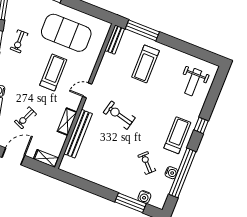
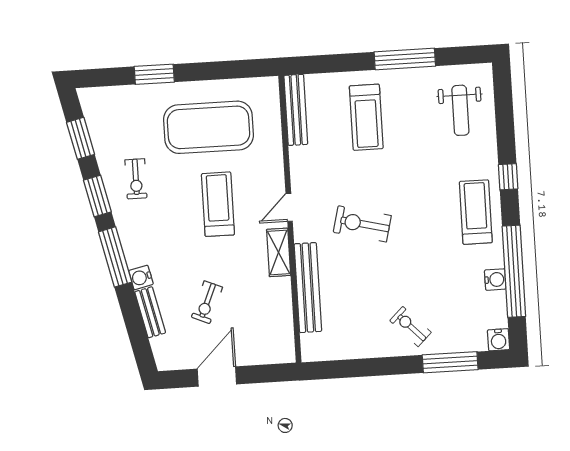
window: (142, 30) -> (405, 59), moved
bench: (115, 40) -> (296, 110), width x1.36
shelving: (67, 122) -> (279, 252), moved
shelving: (46, 159) -> (274, 354), removed
exercise bike: (147, 163) -> (410, 326), moved
water cooler: (144, 197) -> (498, 340), moved

